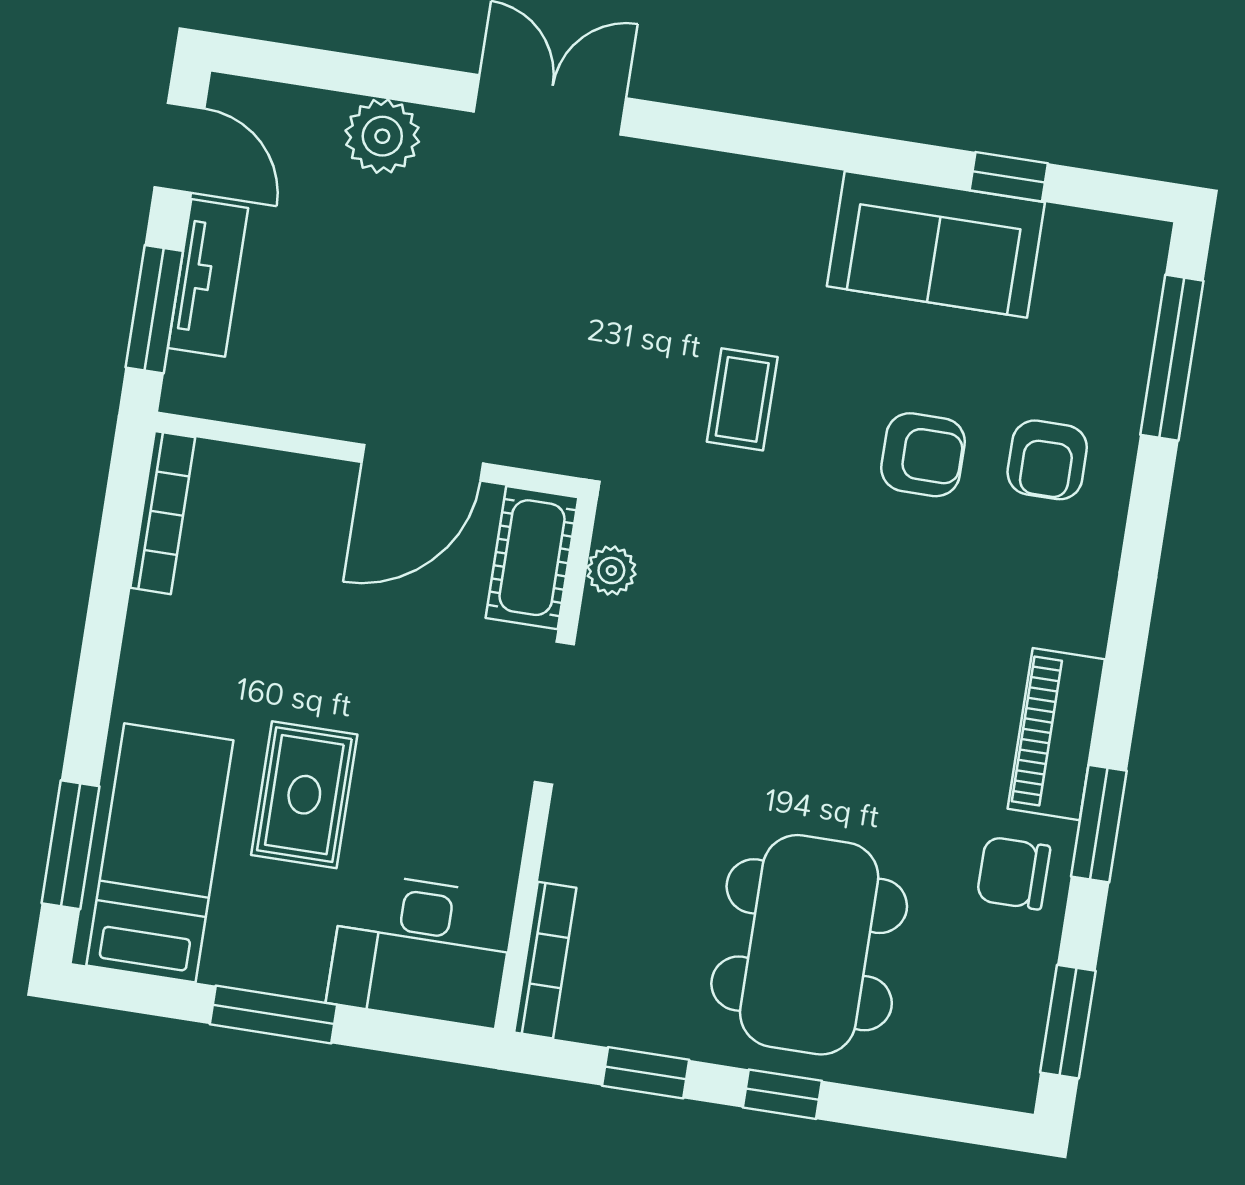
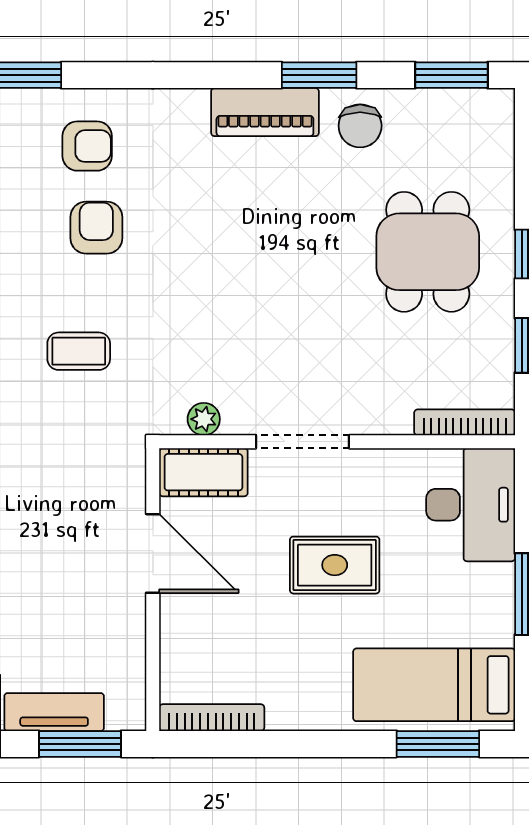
rug: (304, 795) -> (335, 565), moved
dining table: (809, 945) -> (428, 252), width x0.73

